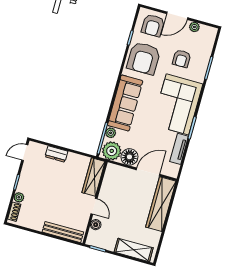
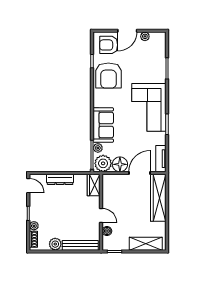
armchair: (153, 25) -> (109, 45), turned 90
armchair: (182, 59) -> (141, 67), removed
sofa: (125, 103) -> (103, 125), width x0.73
tv unit: (179, 149) -> (161, 159), moved
door: (25, 152) -> (28, 186), swing flipped
dresser: (56, 154) -> (60, 179), width x1.44
wardrobe: (94, 177) -> (94, 185), width x0.67
plant: (36, 223) -> (55, 244), added

